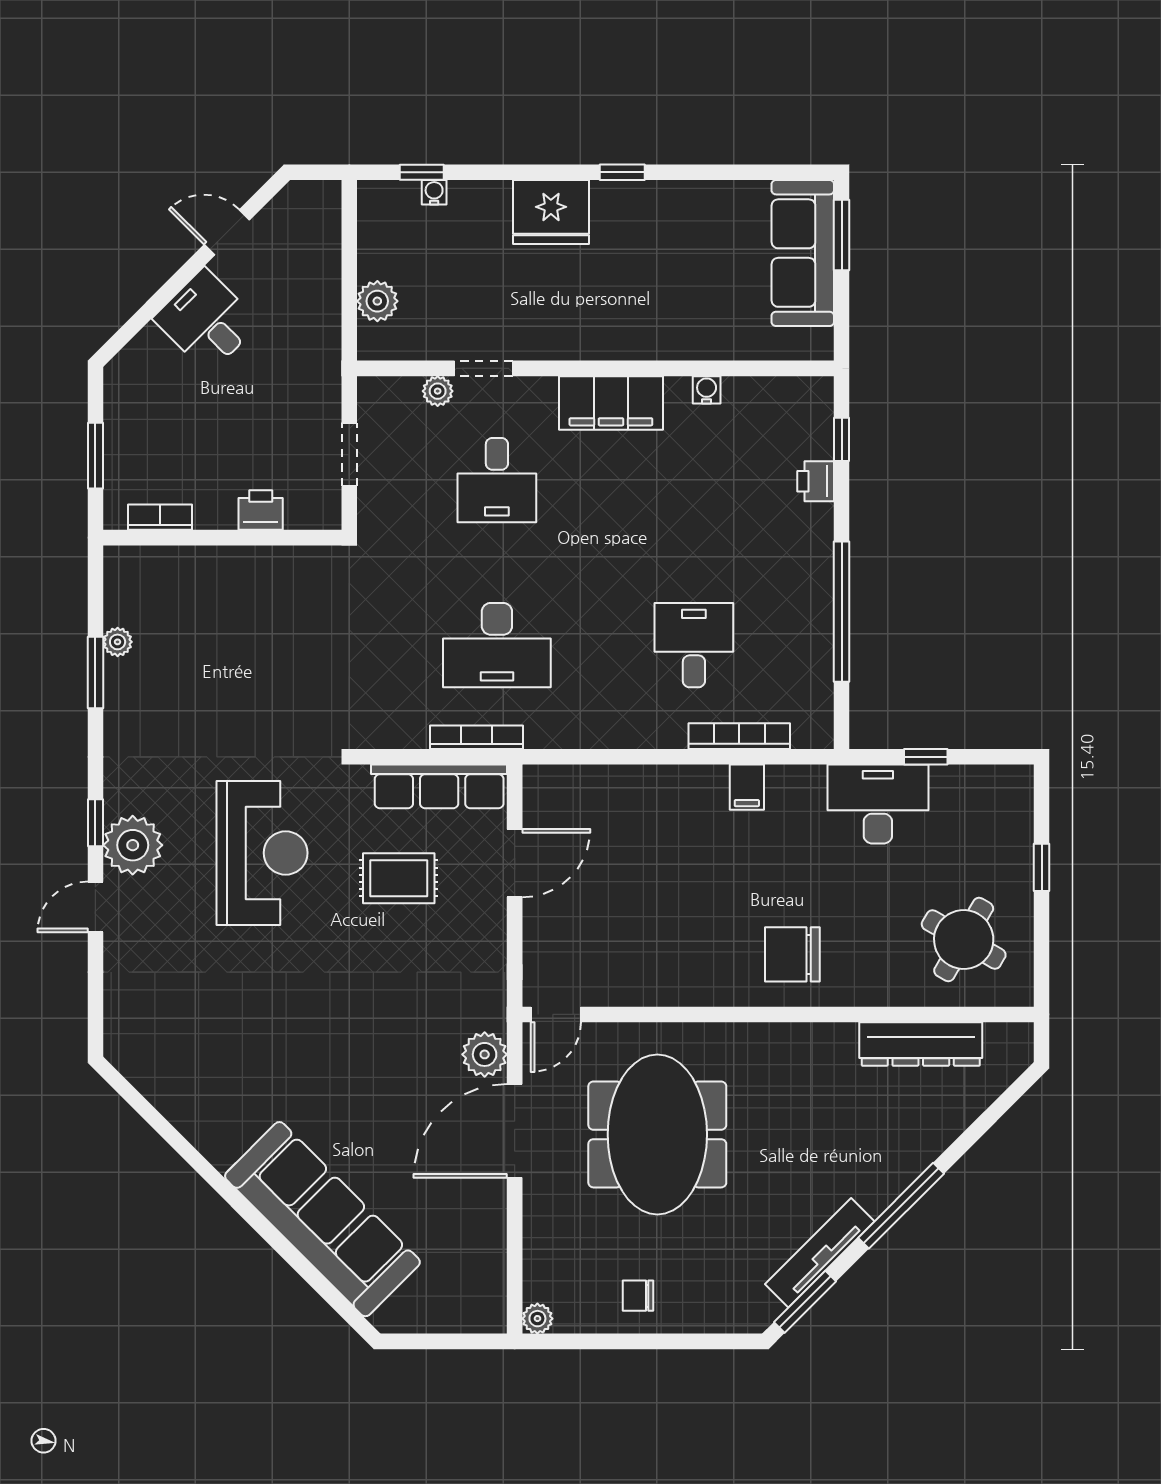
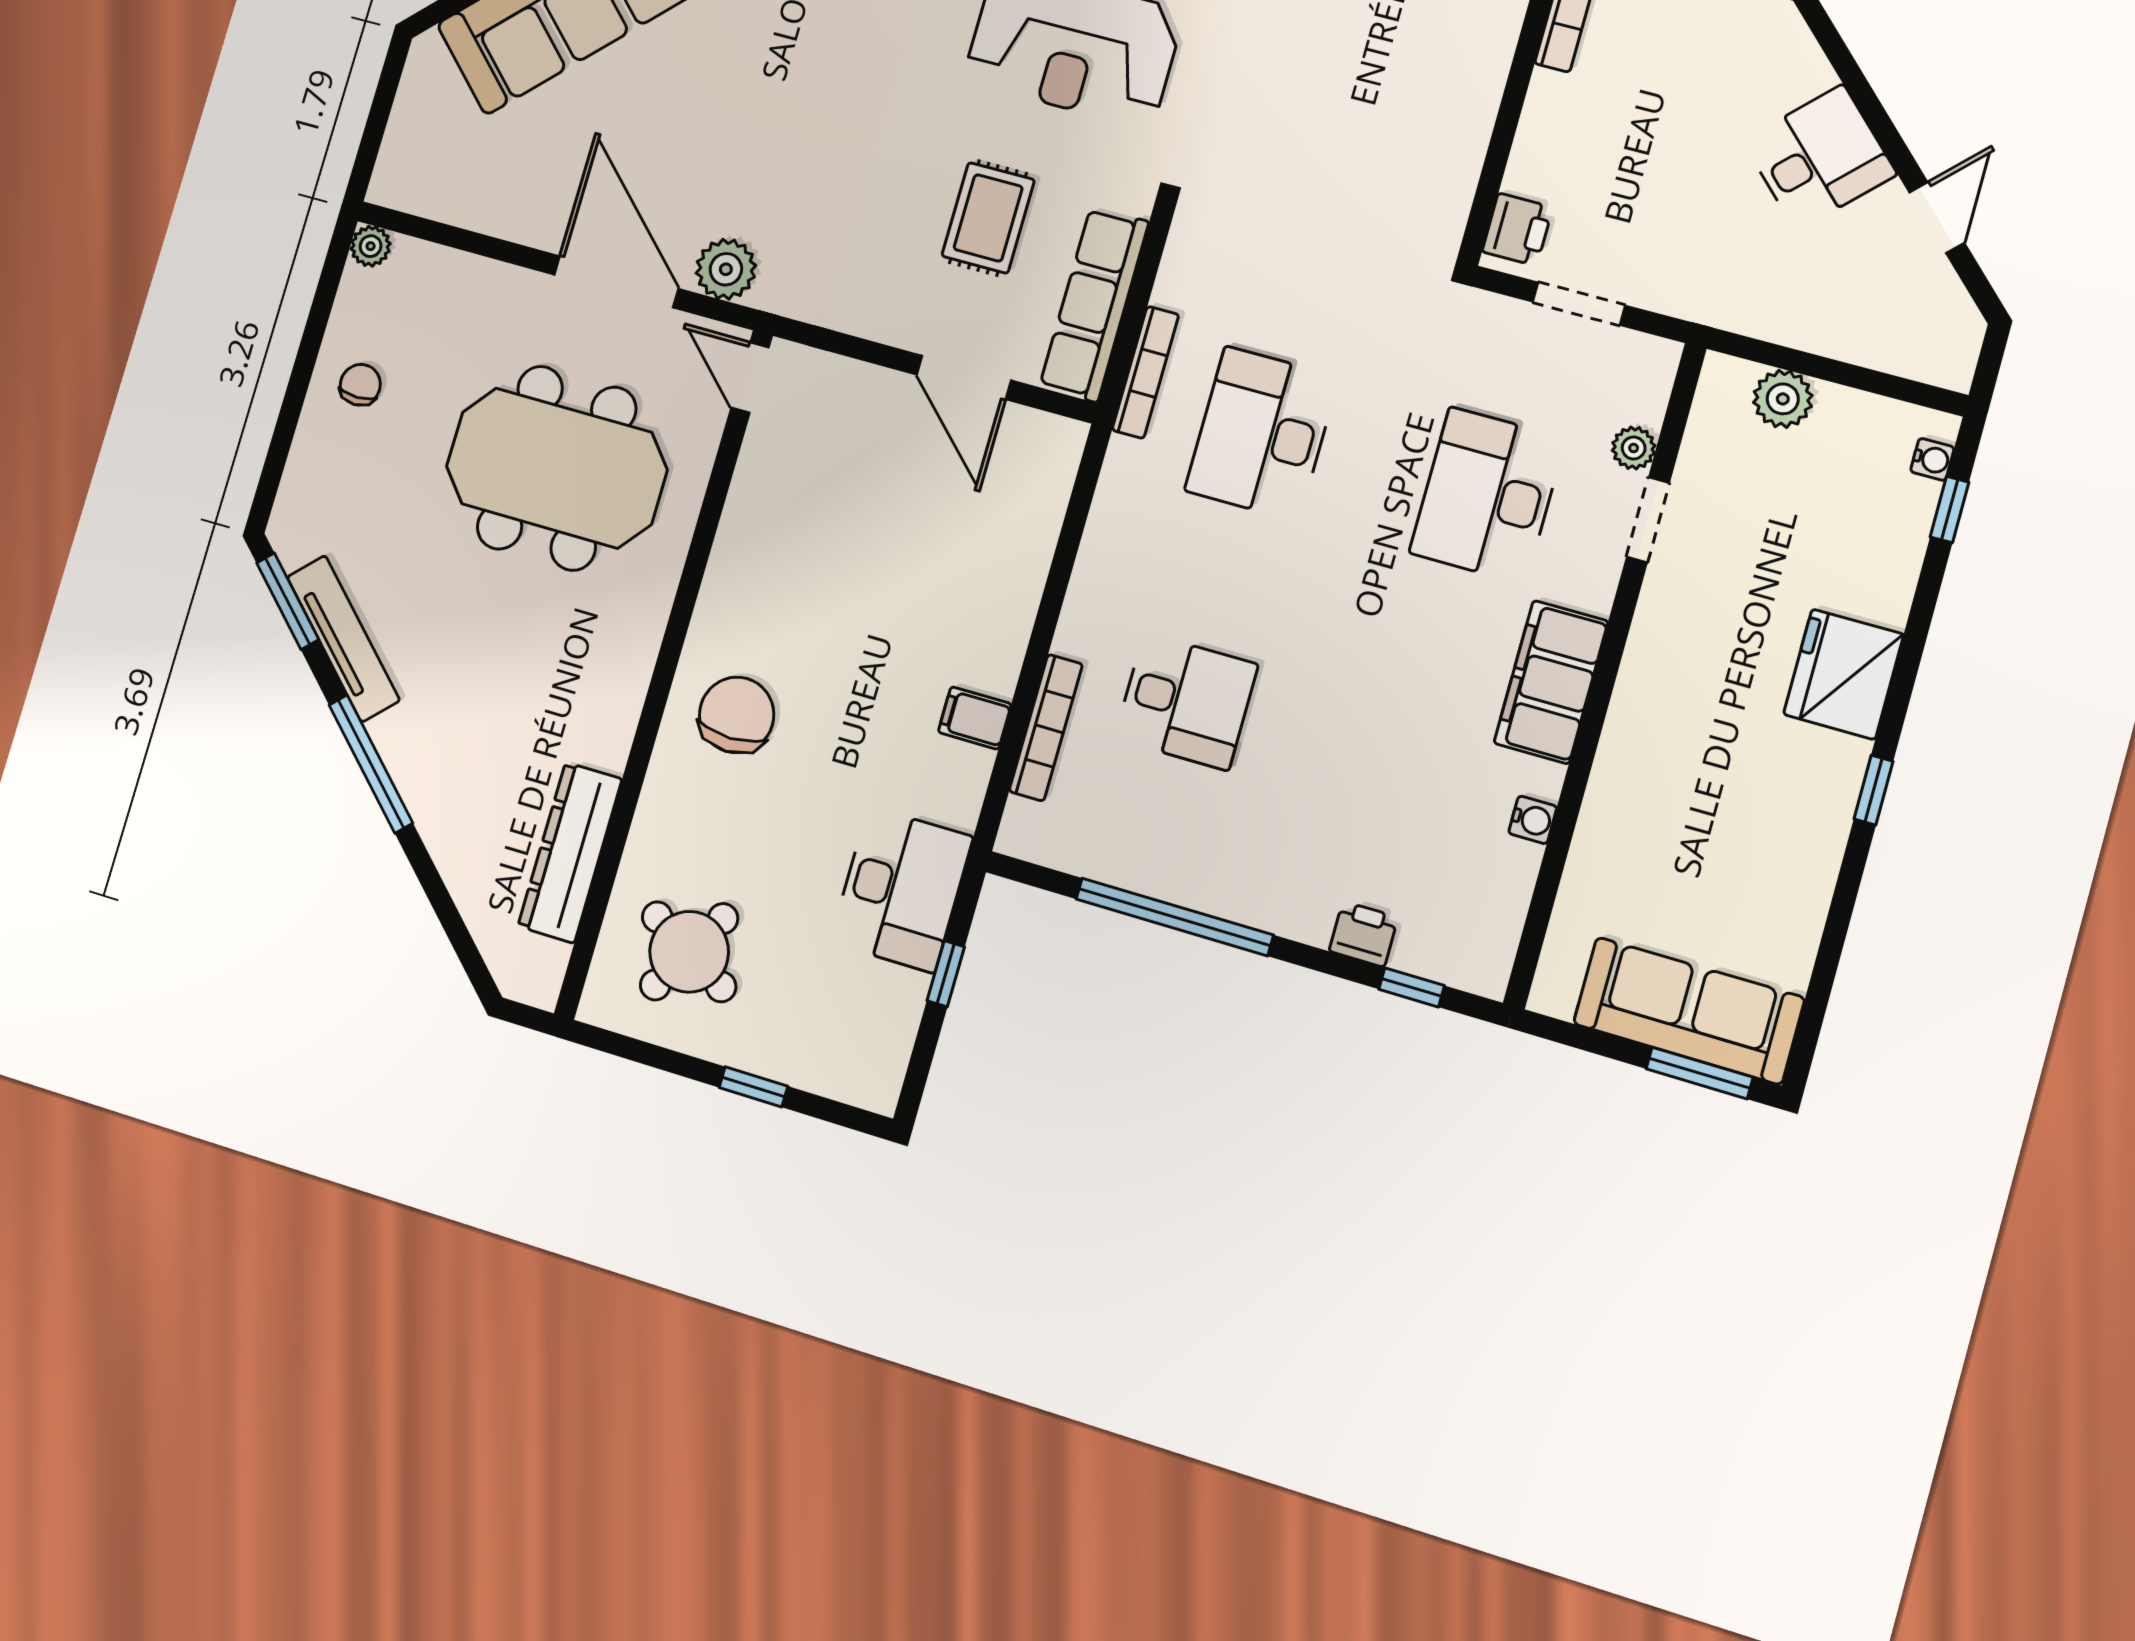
water cooler: (434, 192) -> (1932, 459), moved
desk: (497, 480) -> (1487, 496), width x1.37
printer: (261, 510) -> (1517, 229), moved

